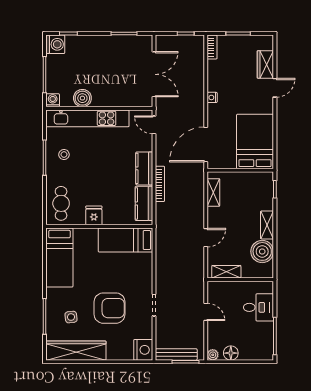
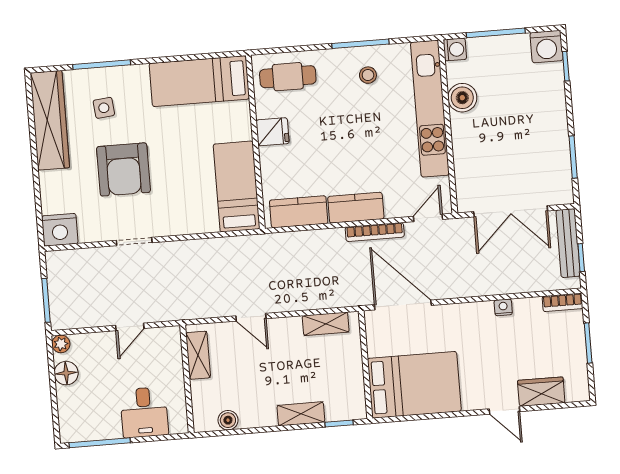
nightstand: (212, 97) -> (503, 307), moved
bookcase: (160, 184) -> (375, 232), moved
shelving: (267, 225) -> (301, 414), moved
boiler: (262, 251) -> (228, 420), width x0.54, depth x0.54
bench: (176, 354) -> (568, 243), moved

